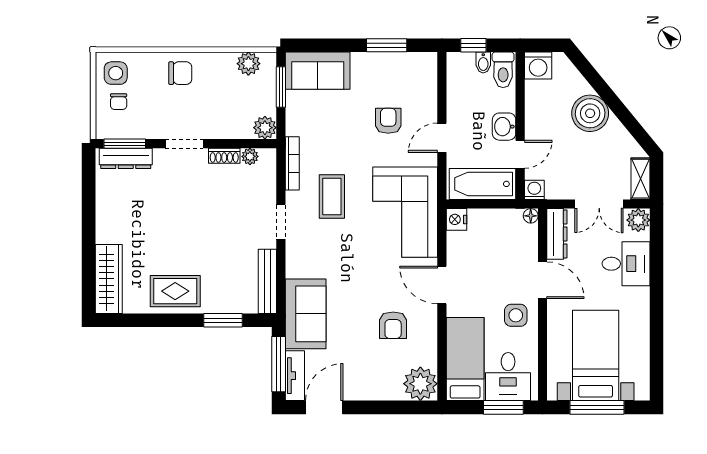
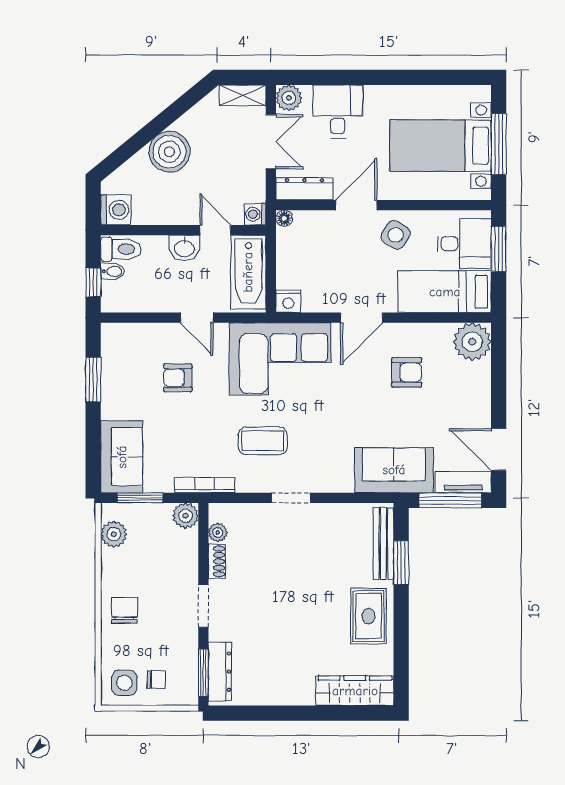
bookcase: (292, 163) -> (205, 485), moved
bench: (267, 281) -> (383, 544), moved, turned 90
side table: (516, 315) -> (396, 235), turned 32

